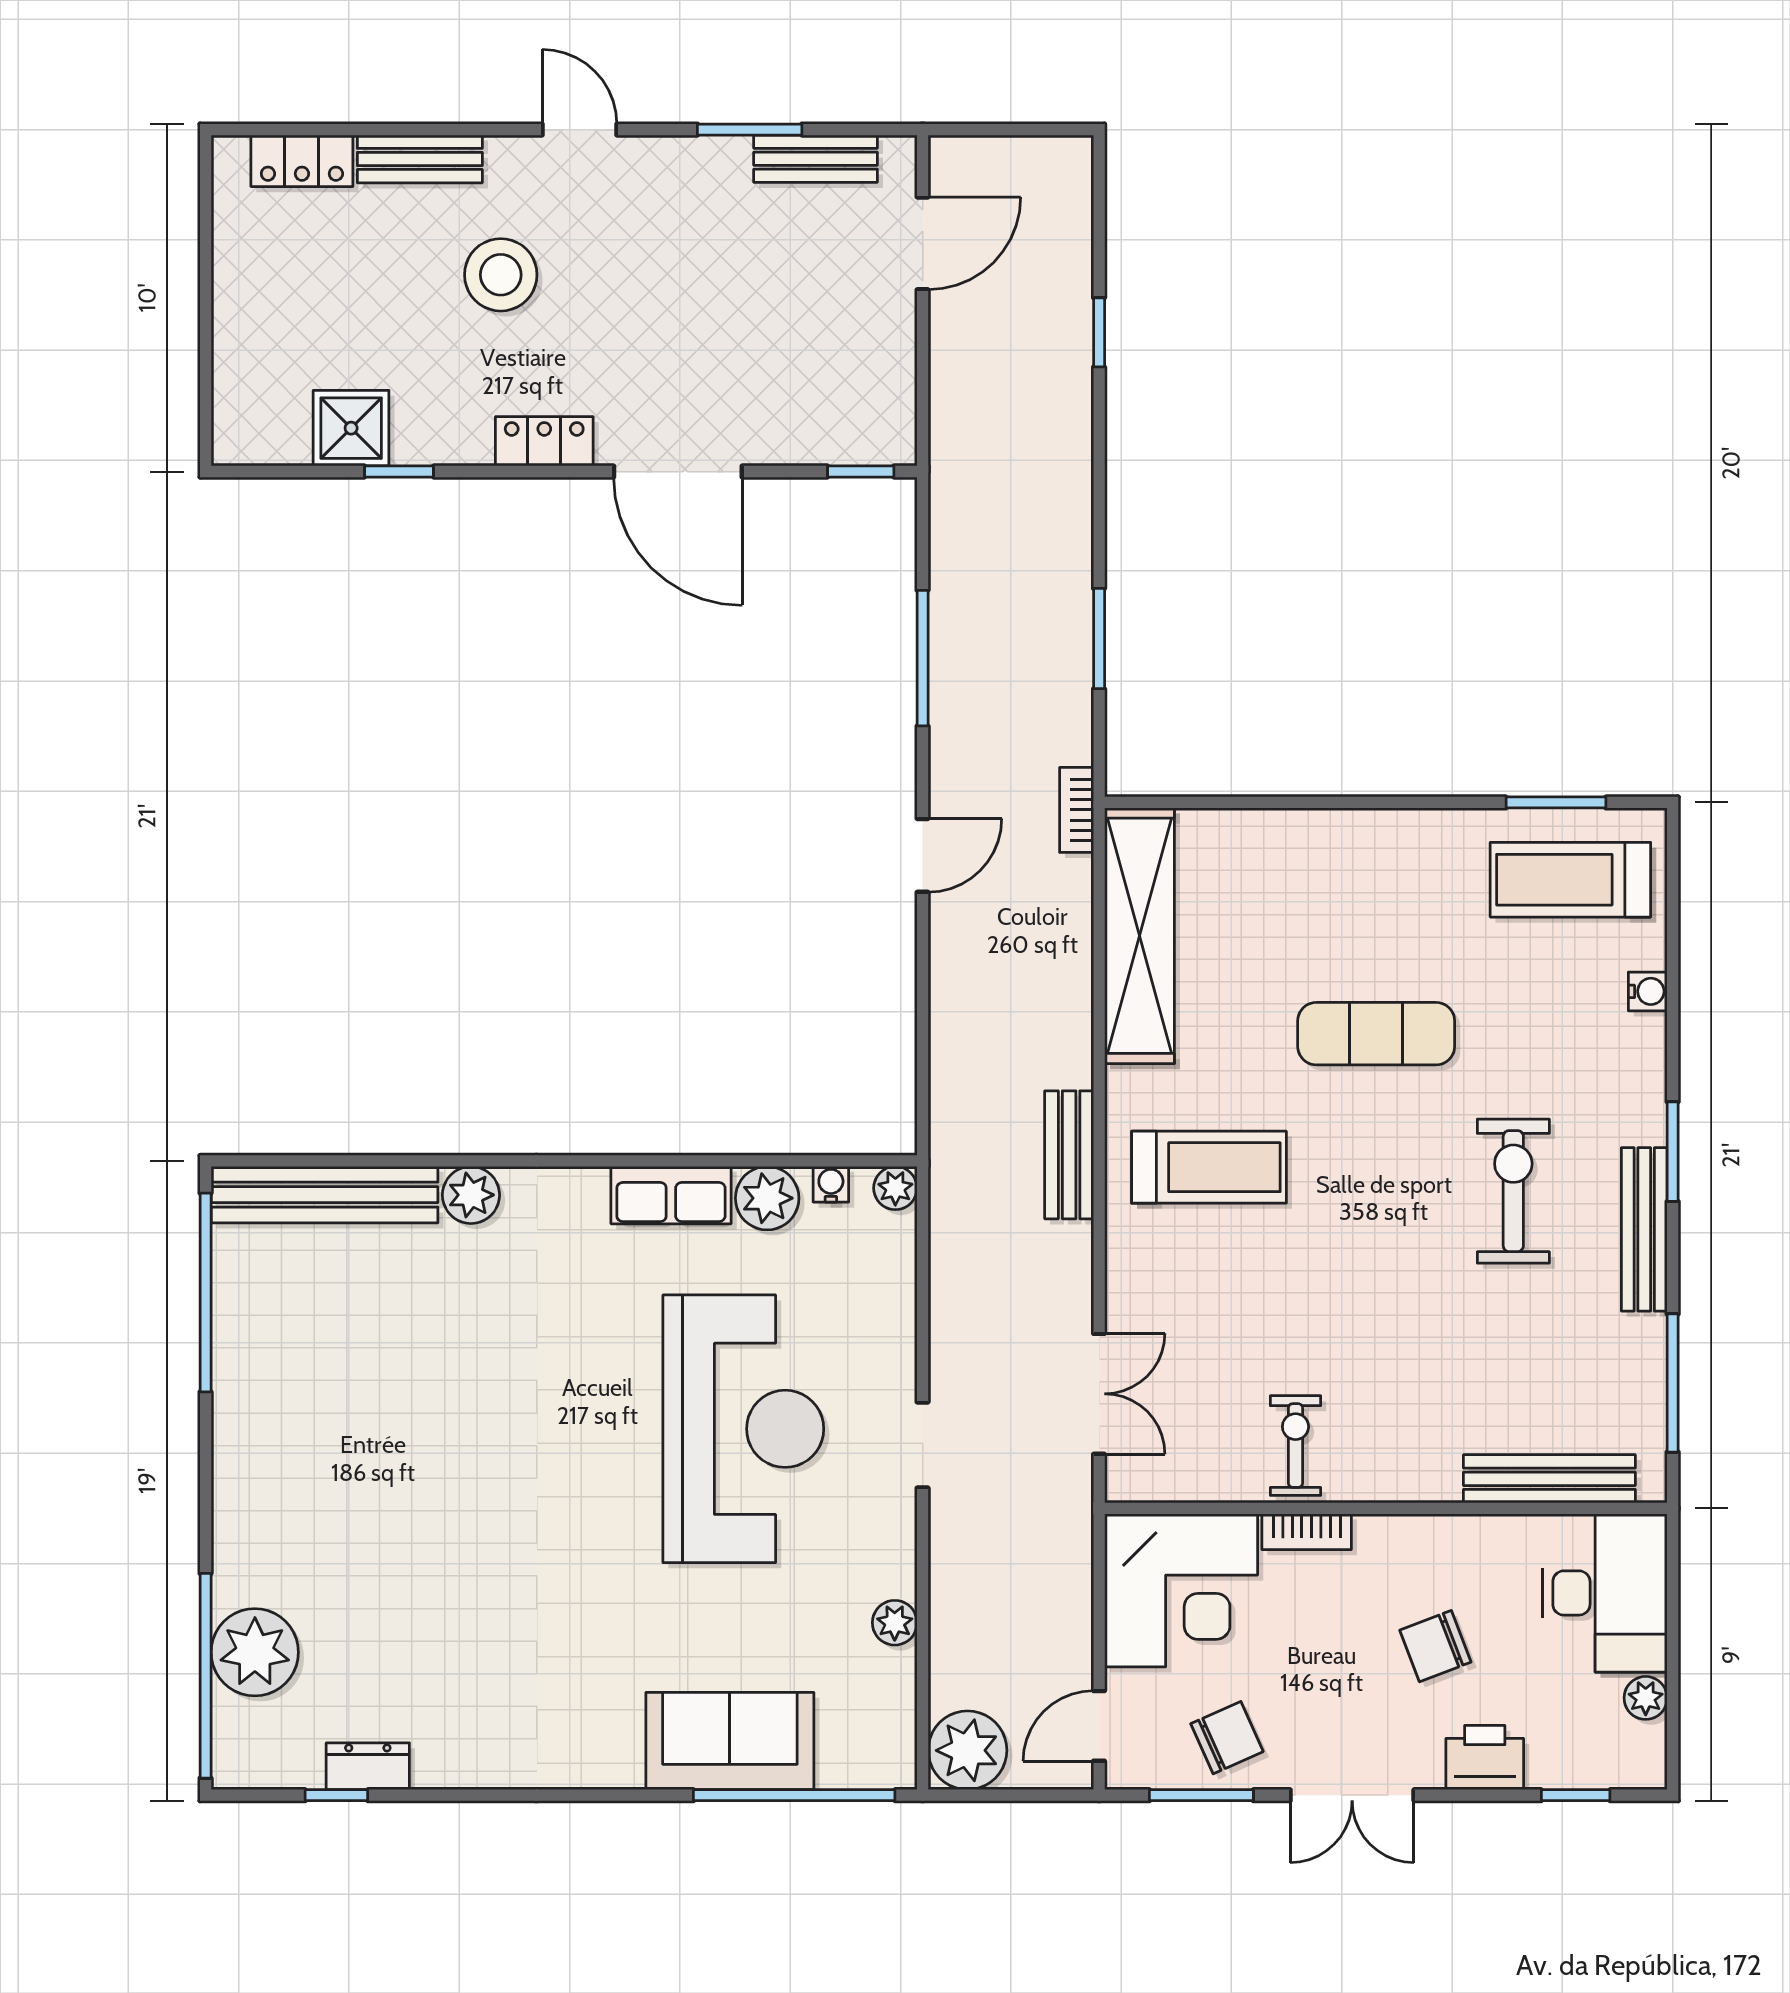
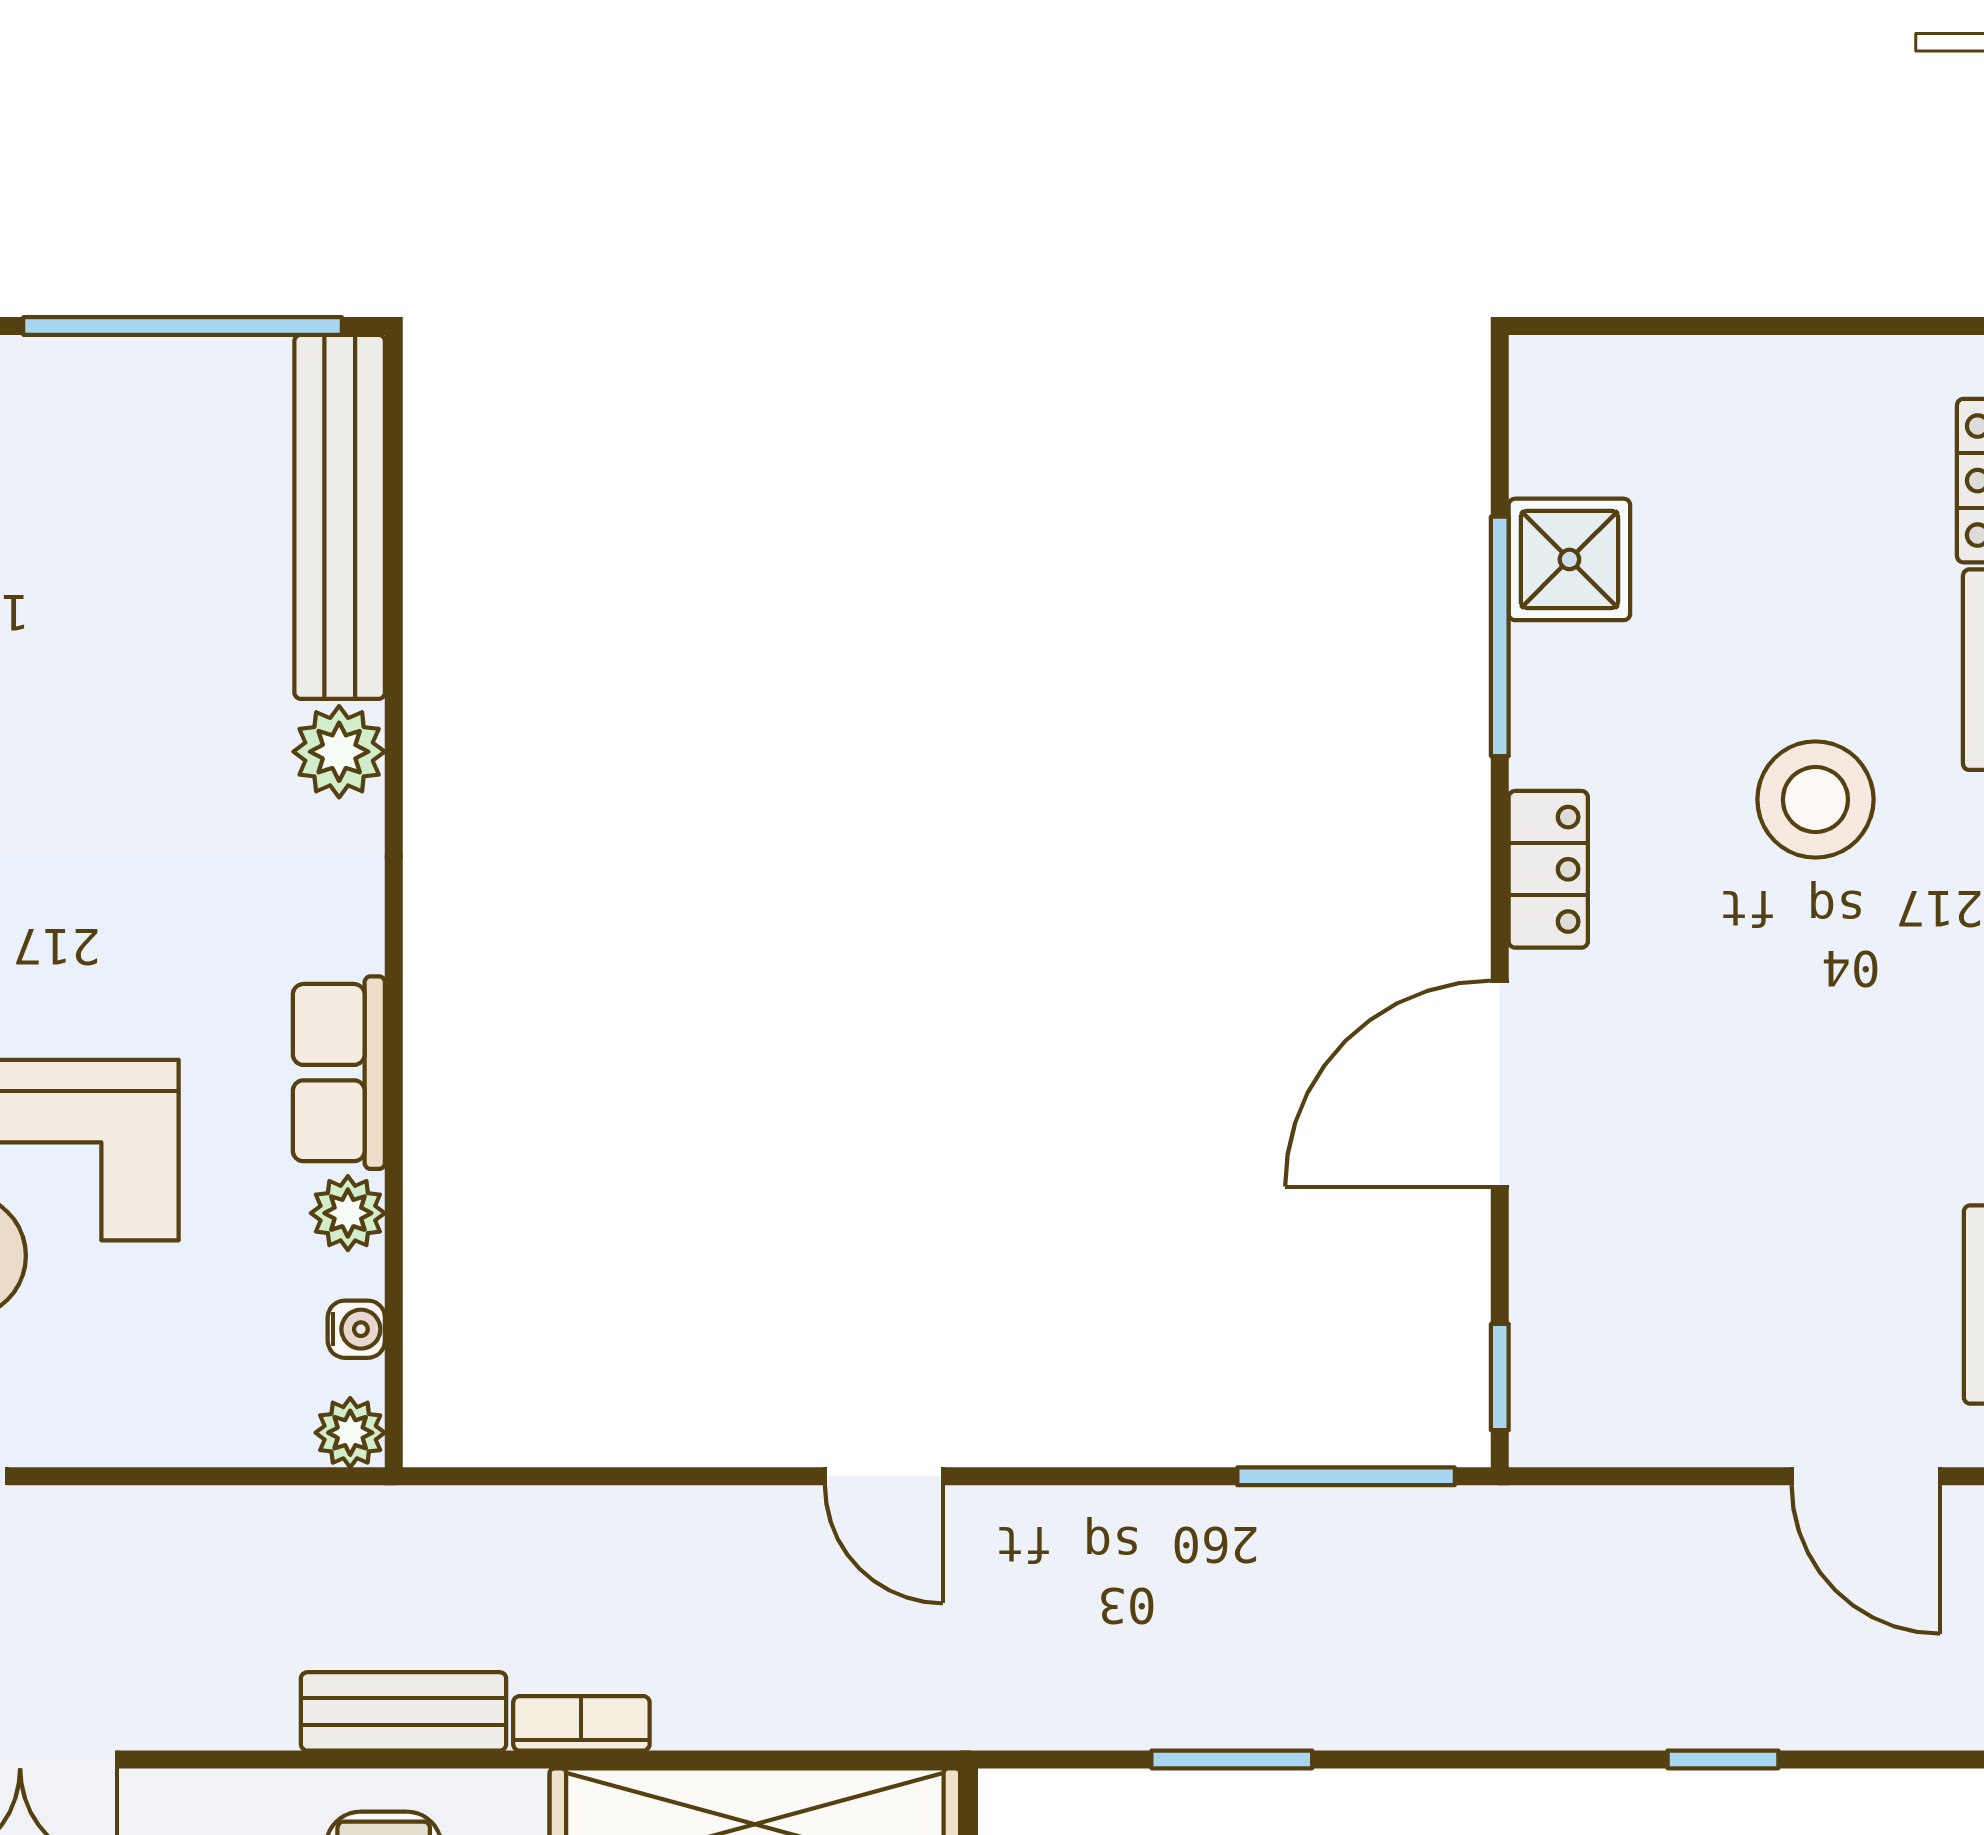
window: (399, 472) -> (1500, 636), width x2.17
window: (923, 658) -> (1346, 1476), moved
bookcase: (1077, 810) -> (581, 1723), moved
plant: (767, 1198) -> (348, 1213), width x0.73, depth x0.73

